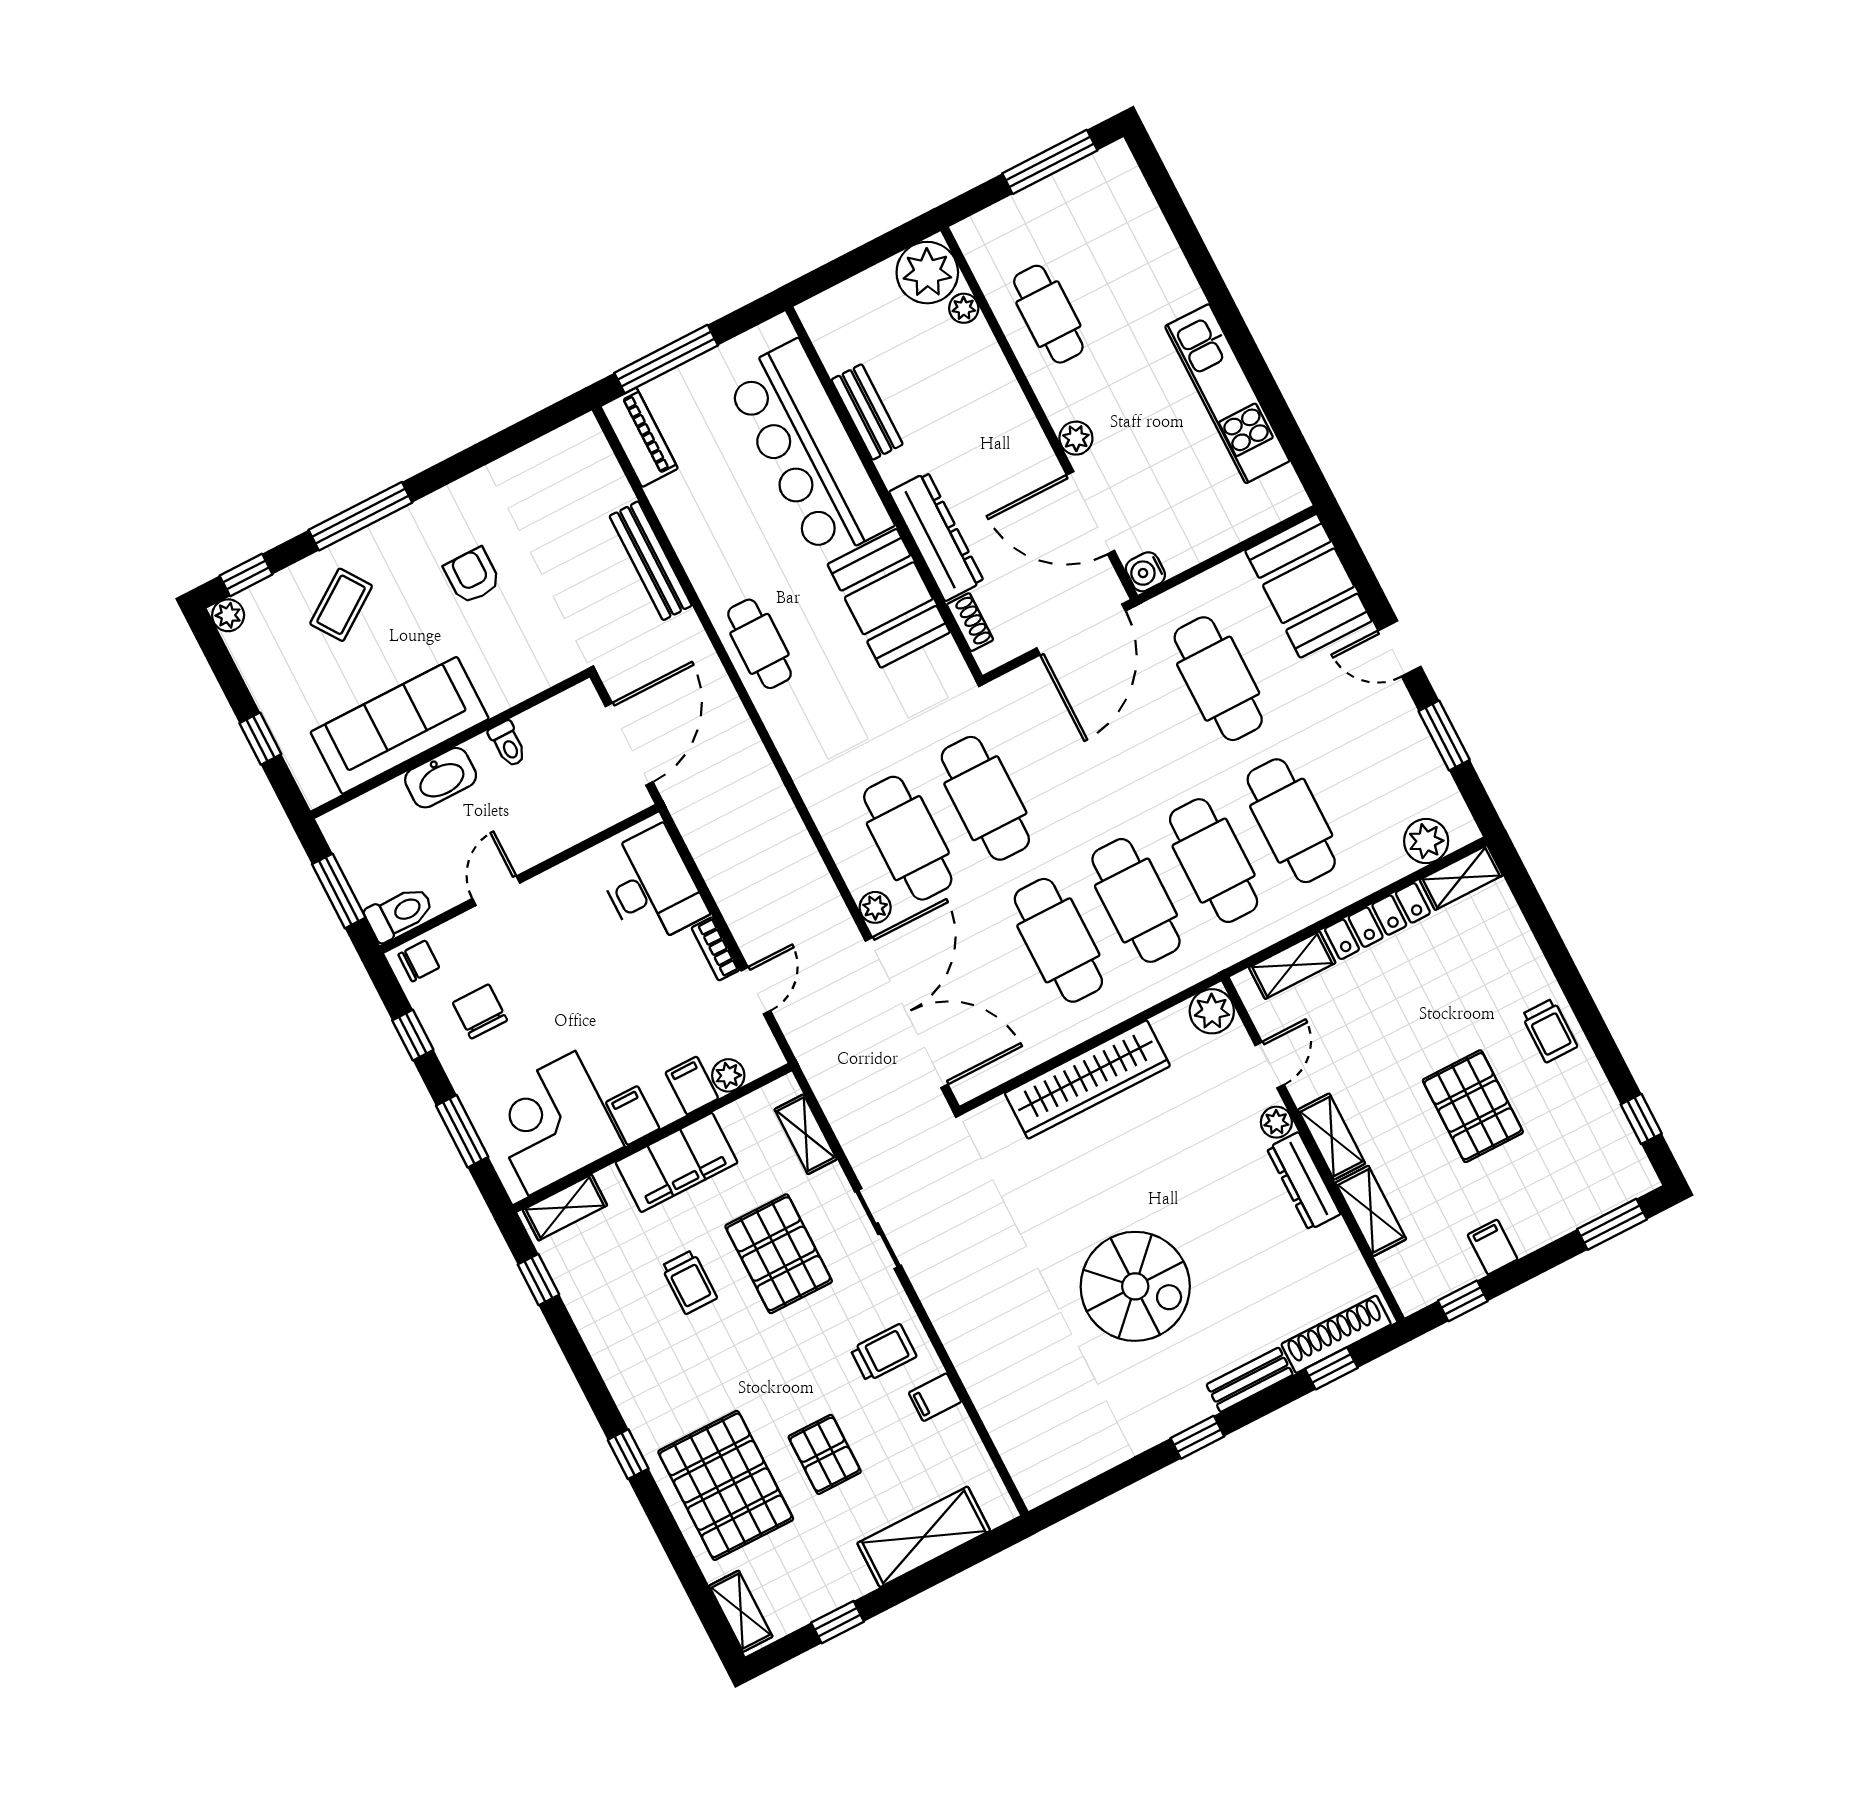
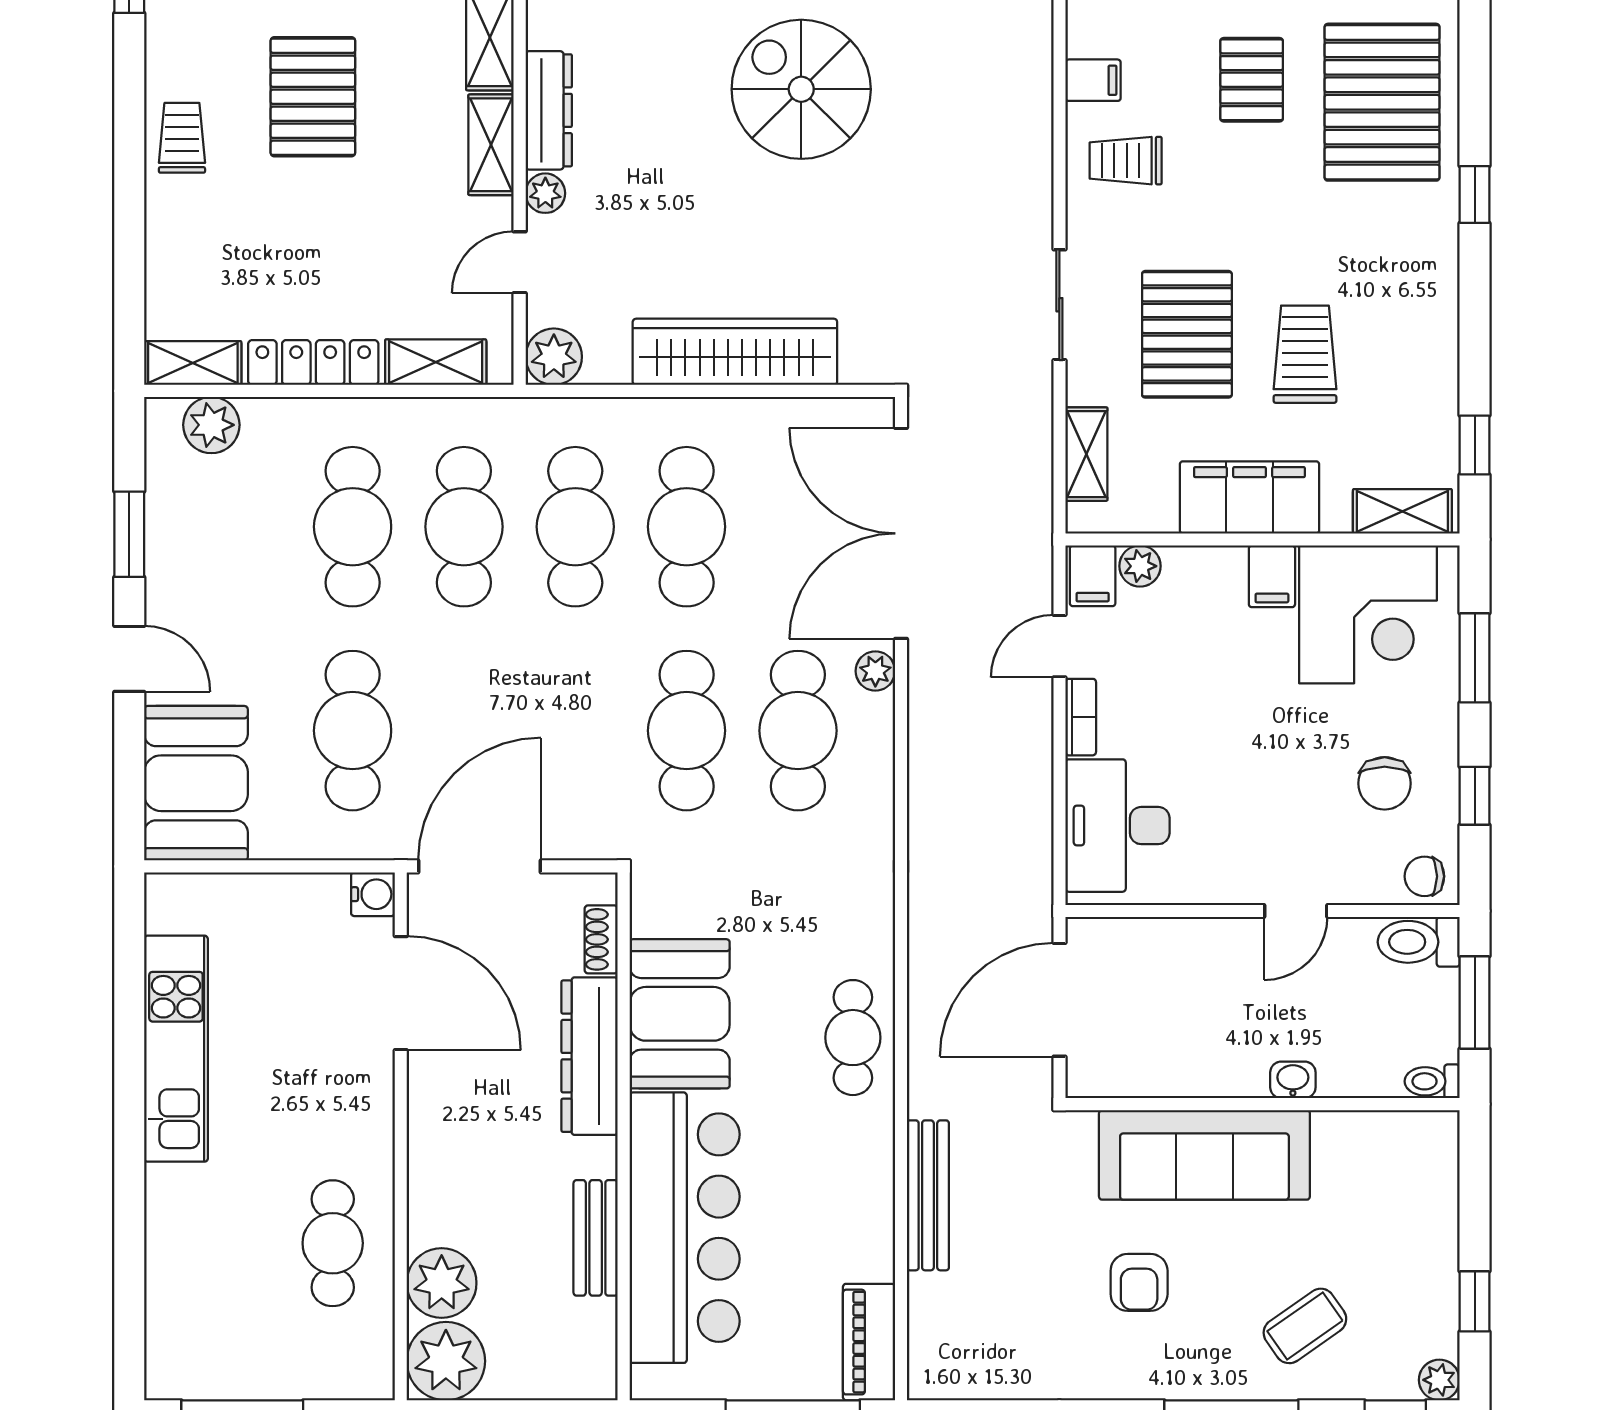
plant: (964, 308) -> (442, 1283), width x1.88, depth x1.88
plant: (1076, 438) -> (374, 1087), removed
sofa: (400, 725) -> (1204, 1155), moved
window: (260, 739) -> (1475, 1301), moved
toilet: (508, 744) -> (1432, 1081), moved, turned -90
washbasin: (441, 778) -> (1293, 1080), width x0.52, depth x0.69
filing cabinet: (692, 1085) -> (1093, 576), moved
trolley: (689, 1282) -> (1305, 354), width x1.36, depth x1.39

